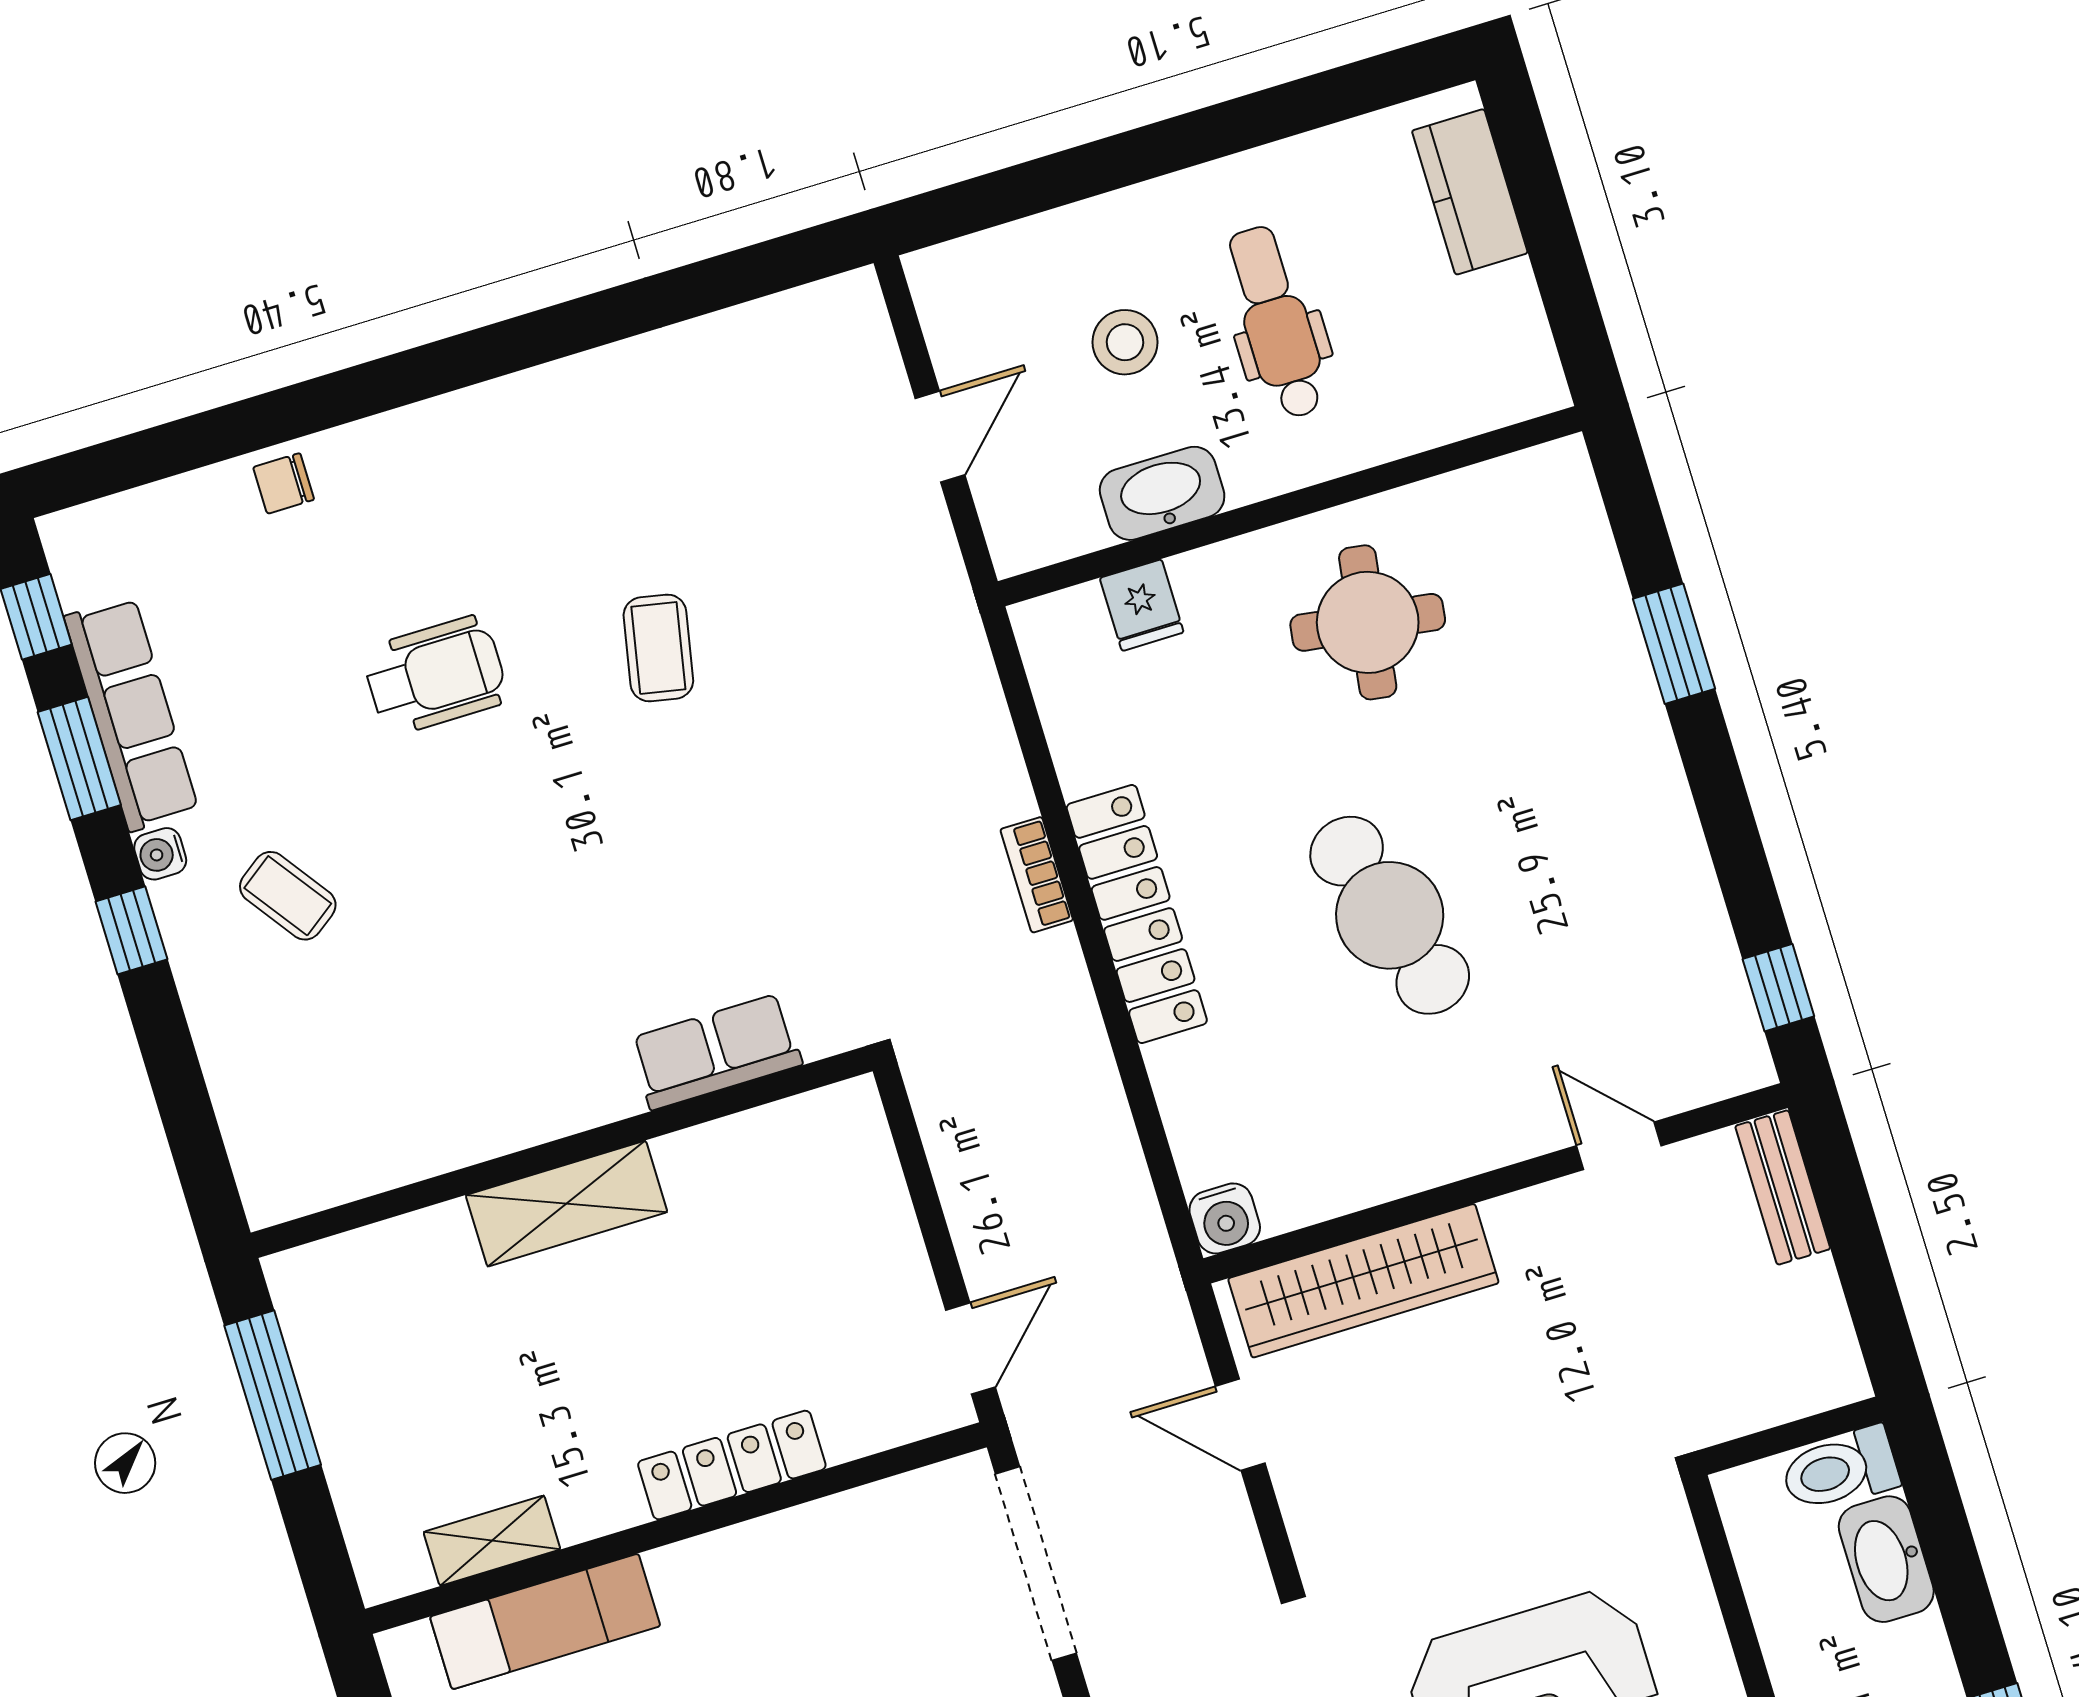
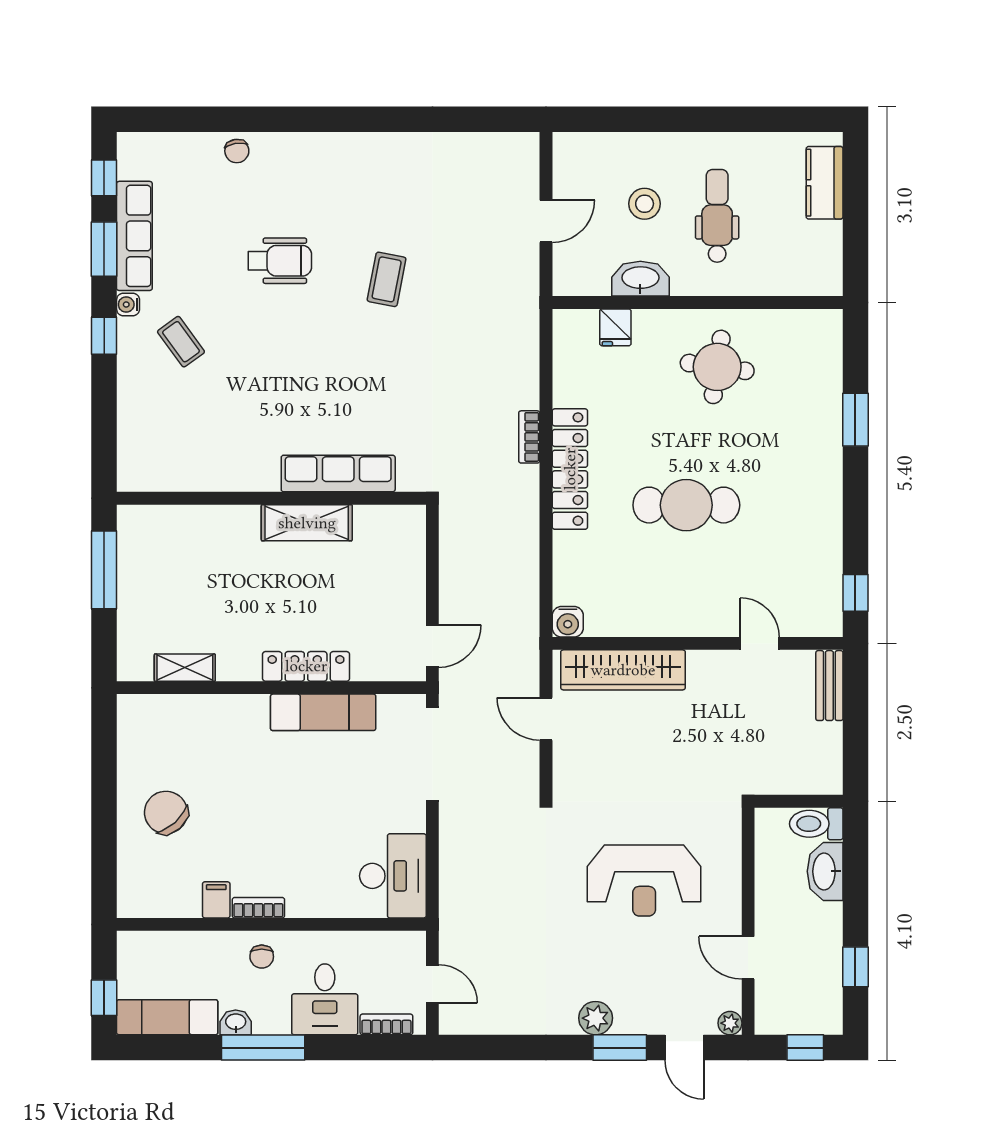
chair: (284, 483) -> (237, 151), turned -99
cafe table: (1390, 915) -> (686, 505), turned -73
row of seats: (716, 1052) -> (338, 473), width x1.48
shelving: (567, 1204) -> (307, 523), moved
exam couch: (545, 1621) -> (323, 712), moved

